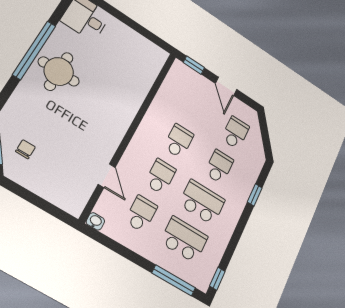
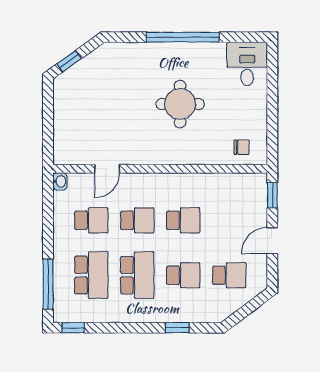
round table: (59, 71) -> (180, 104), moved
chair: (25, 149) -> (242, 147), moved

